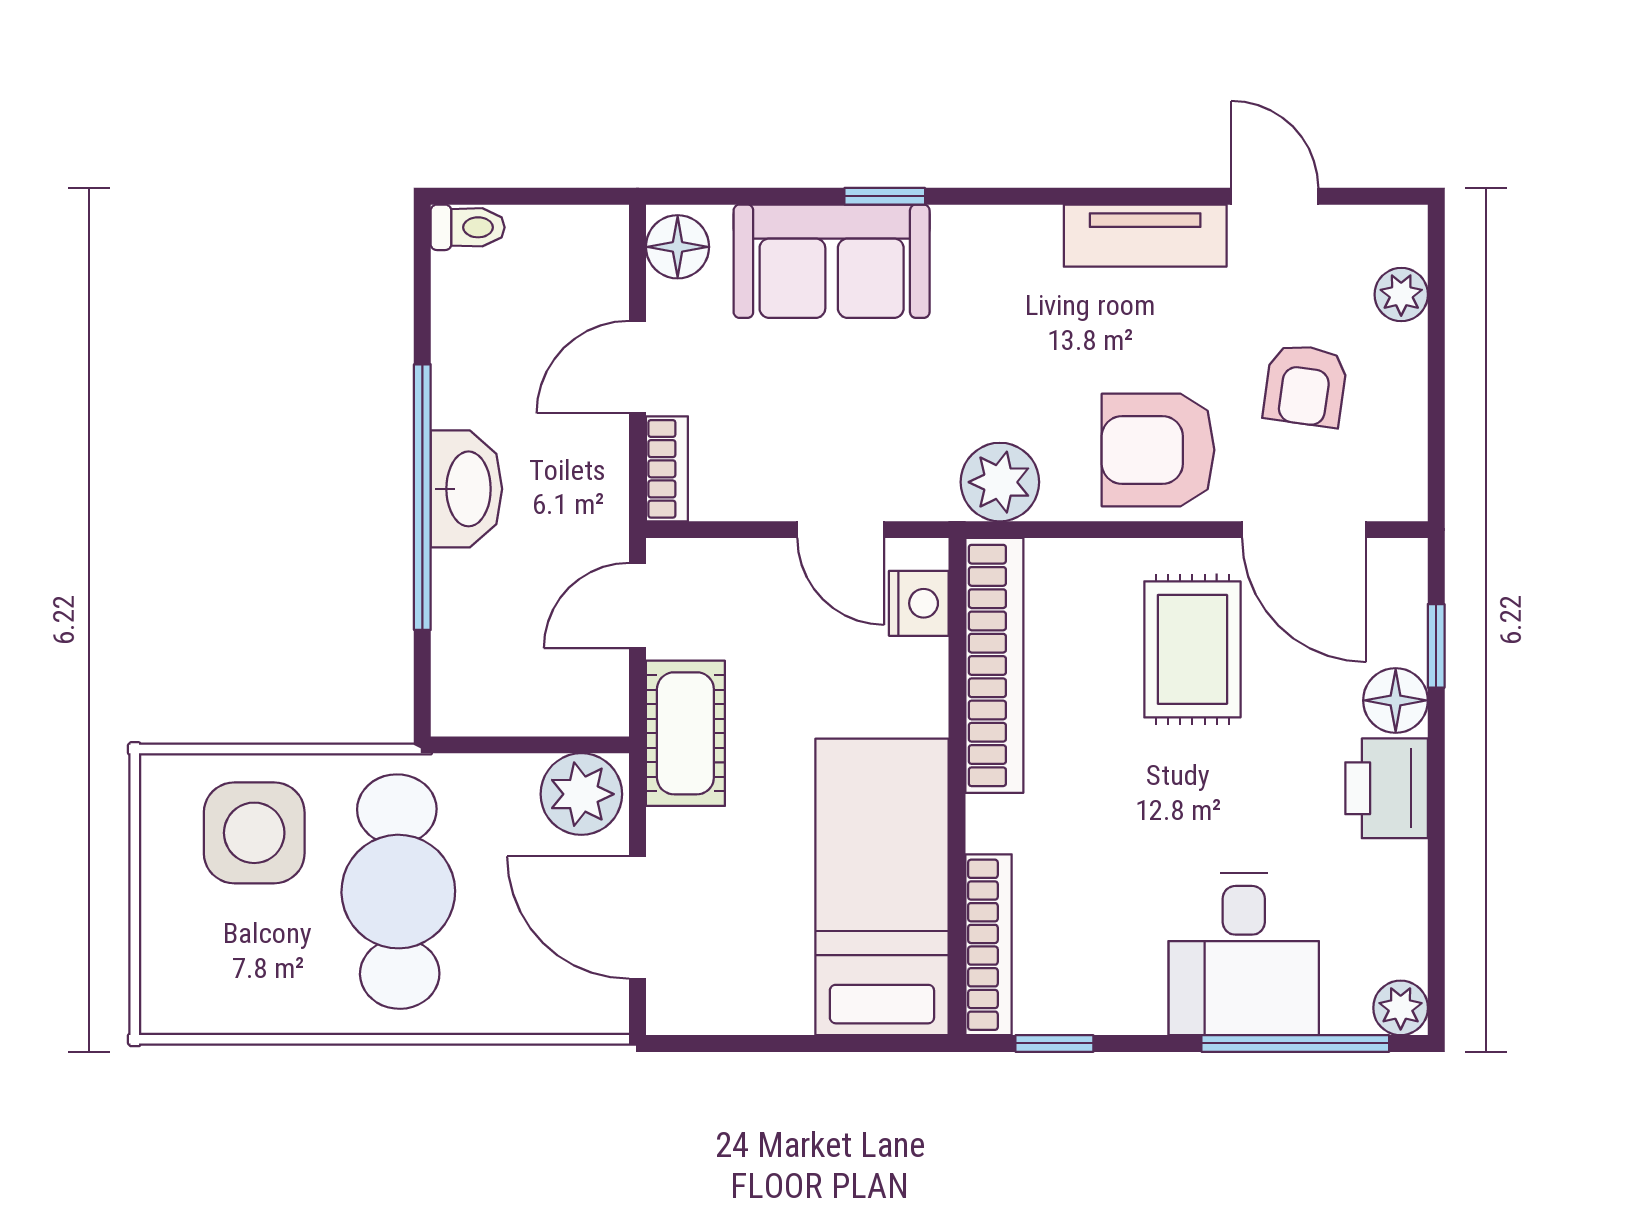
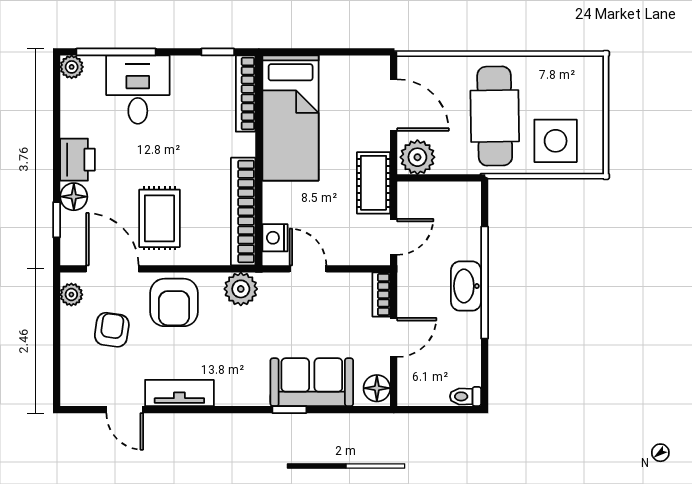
plant: (1401, 295) -> (71, 295), moved
armchair: (1158, 450) -> (174, 302), turned 90

